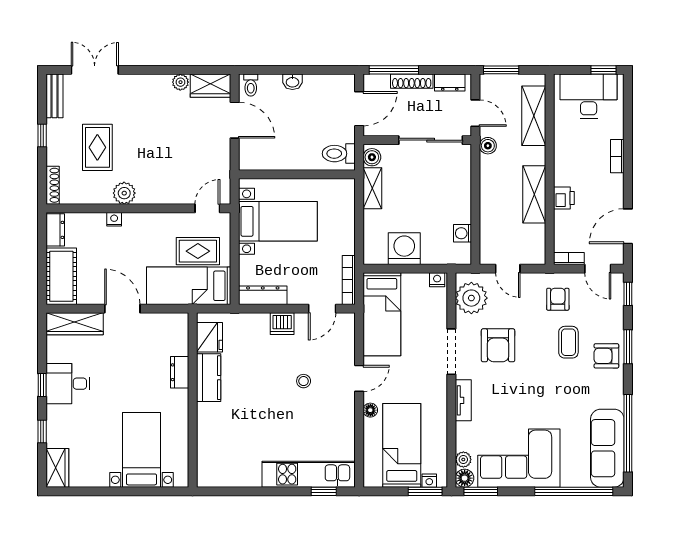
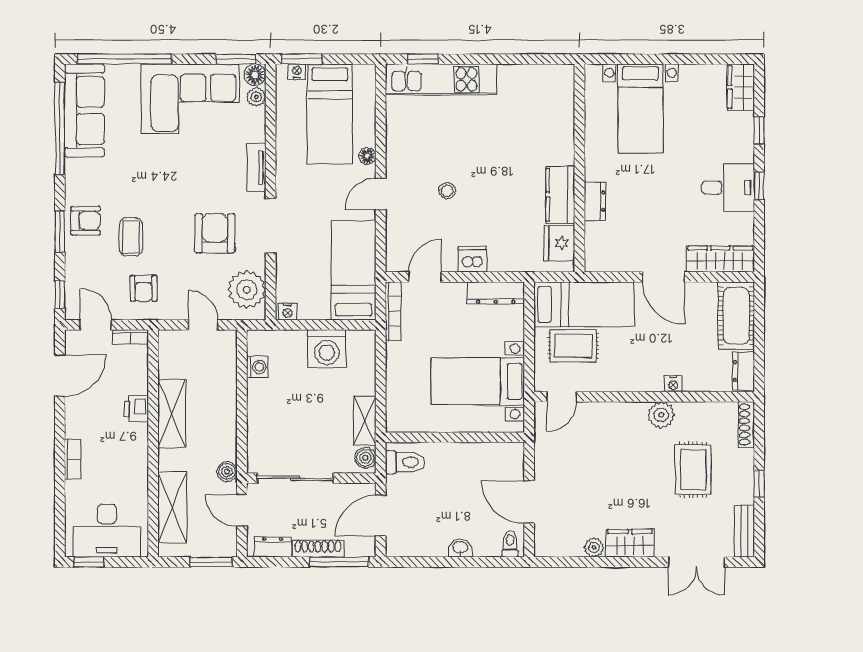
wardrobe: (210, 86) -> (630, 543), moved

